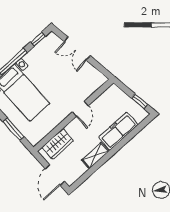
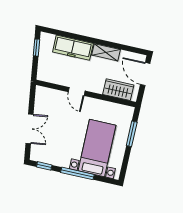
door: (80, 109) -> (77, 91), swing flipped
door: (55, 175) -> (145, 74), swing flipped

